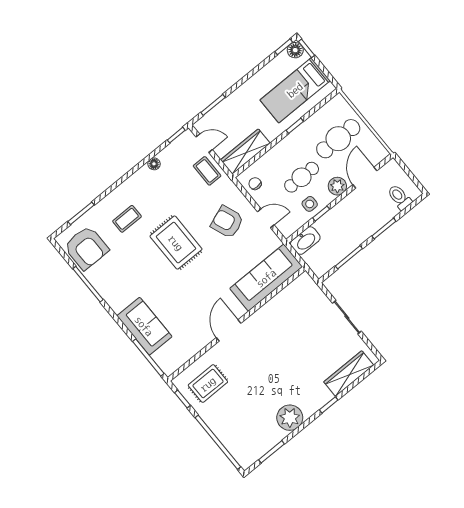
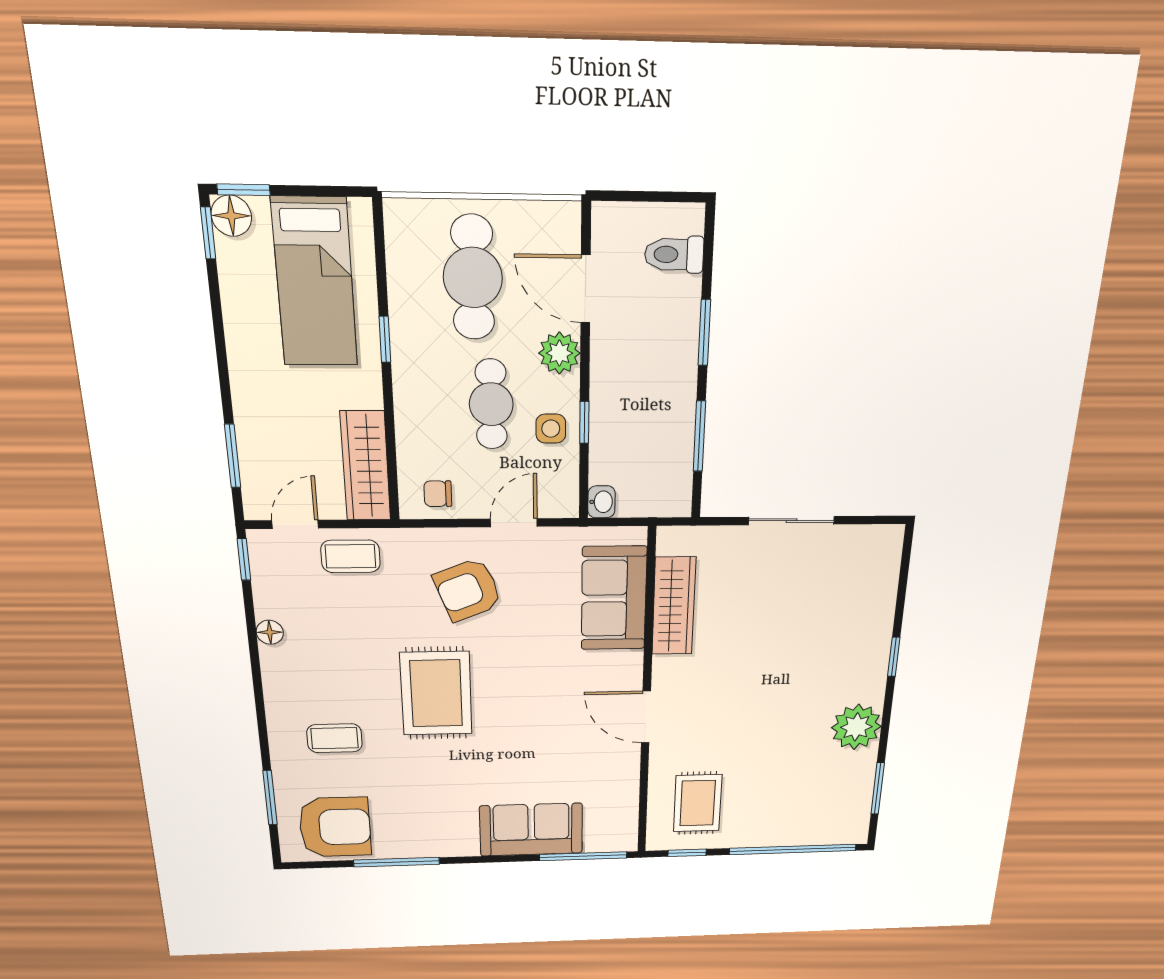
coffee table: (127, 219) -> (335, 738), turned 90
washbasin: (305, 241) -> (601, 502), width x0.52, depth x0.69
rug: (176, 243) -> (436, 693), turned 90
sofa: (266, 278) -> (614, 598), width x0.73
wardrobe: (349, 374) -> (674, 606), moved, turned 180

